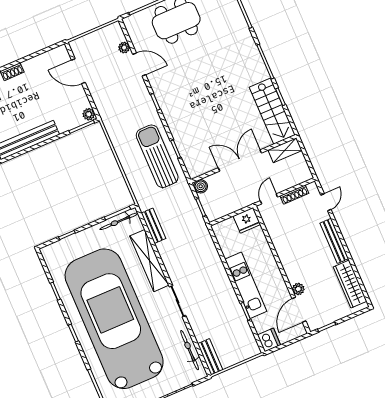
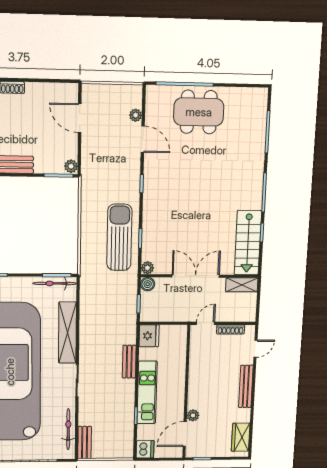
plant: (194, 172) -> (147, 268), added
fridge: (247, 220) -> (149, 336), moved, turned -90
bench: (154, 226) -> (129, 362), moved
wardrobe: (350, 284) -> (241, 437), width x0.67

